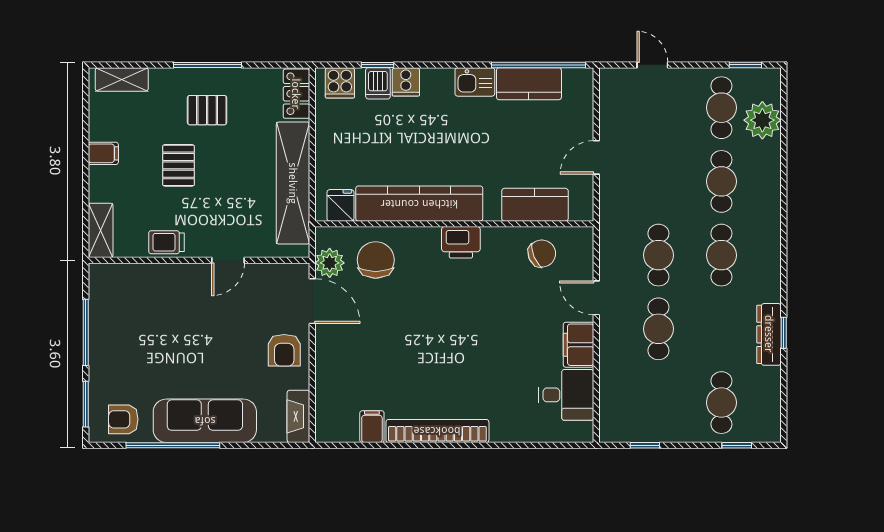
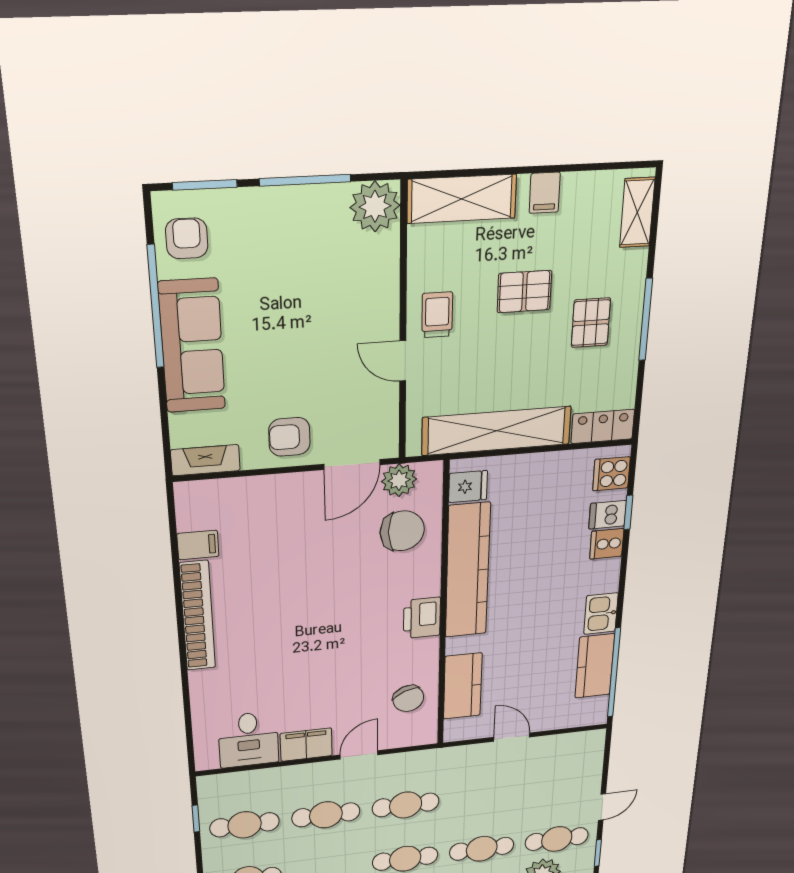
door: (652, 65) -> (602, 807), moved
shelving: (101, 230) -> (462, 199), width x1.50, depth x1.33
trolley: (166, 242) -> (437, 315), moved
plant: (107, 282) -> (375, 206), added
cafe table: (658, 403) -> (245, 825), added

